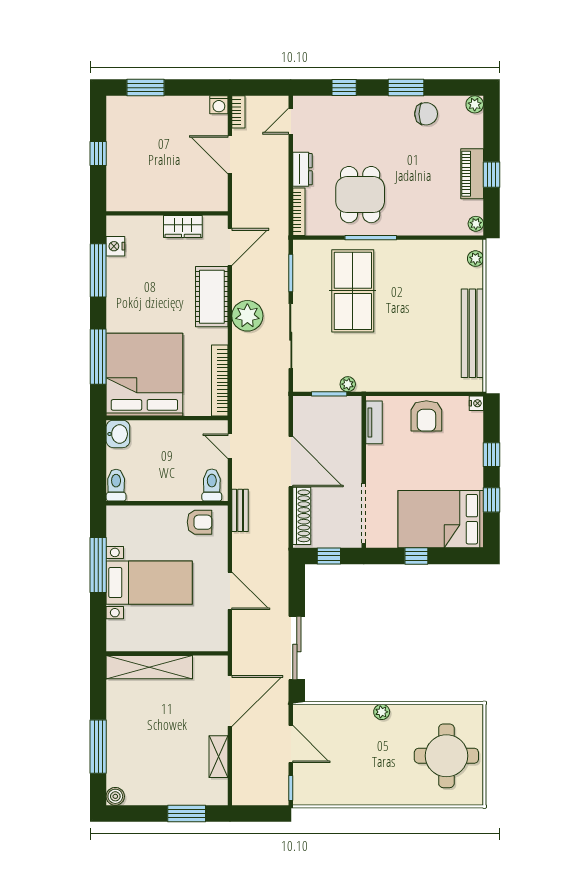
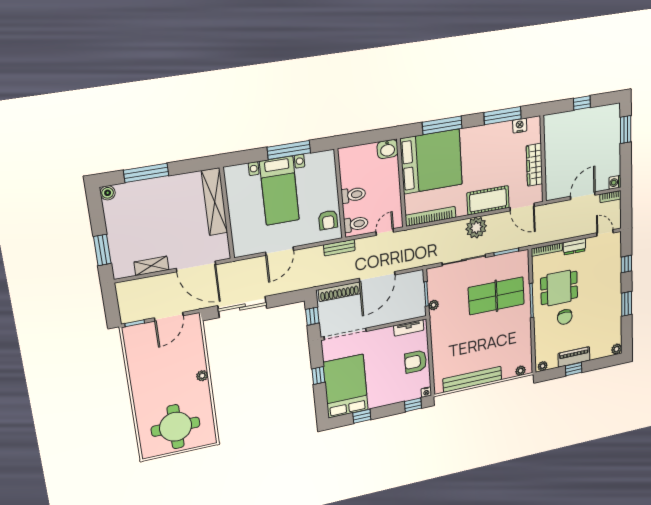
chair: (426, 114) -> (565, 317), moved
wardrobe: (183, 227) -> (534, 165), width x1.50
window: (491, 455) -> (413, 405), moved
toilet: (116, 485) -> (353, 195), moved

